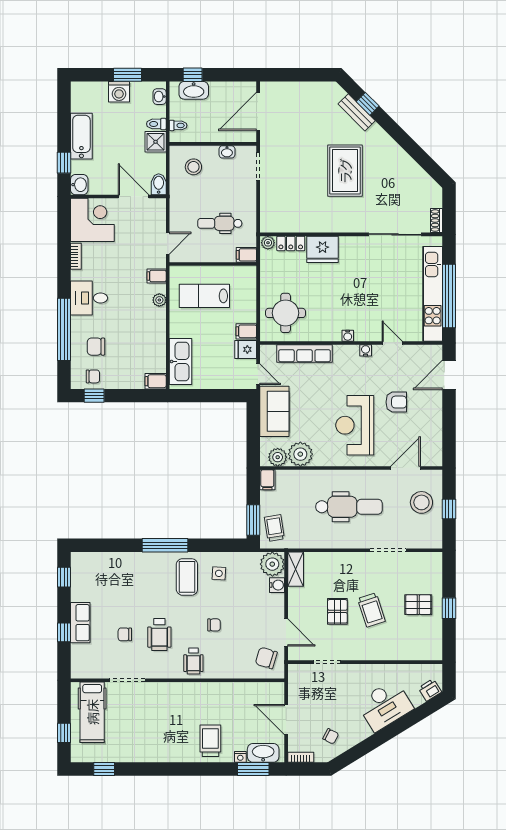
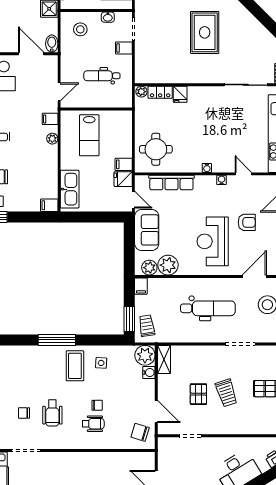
fridge: (323, 249) -> (180, 94), width x0.53, depth x0.75
filing cabinet: (246, 255) -> (124, 48), moved
lab bench: (204, 296) -> (89, 135), turned -90
wheelchair: (193, 661) -> (93, 424), moved, turned -90

